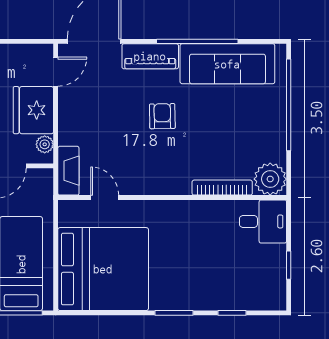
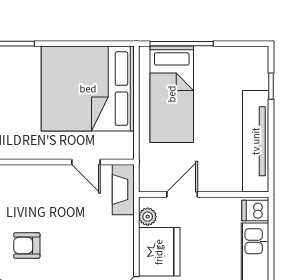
armchair: (162, 116) -> (27, 245), turned 91

